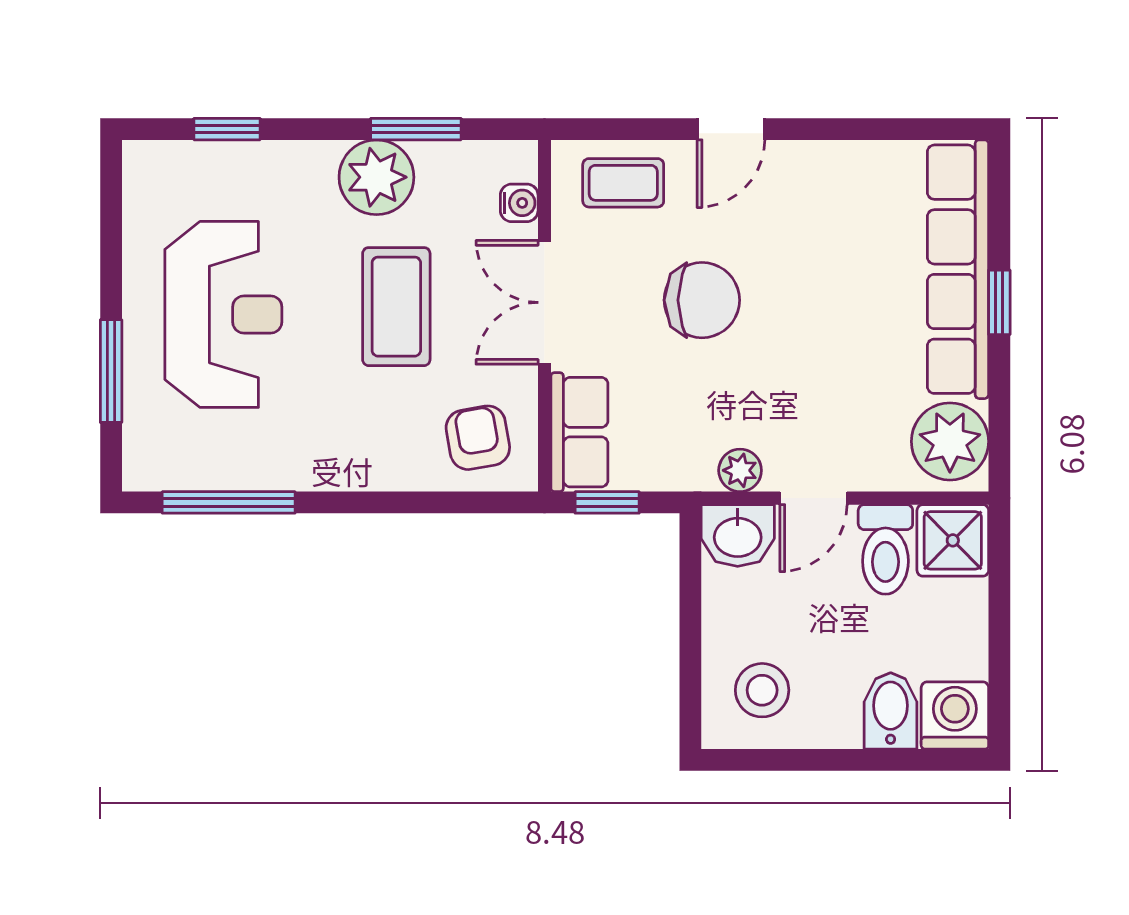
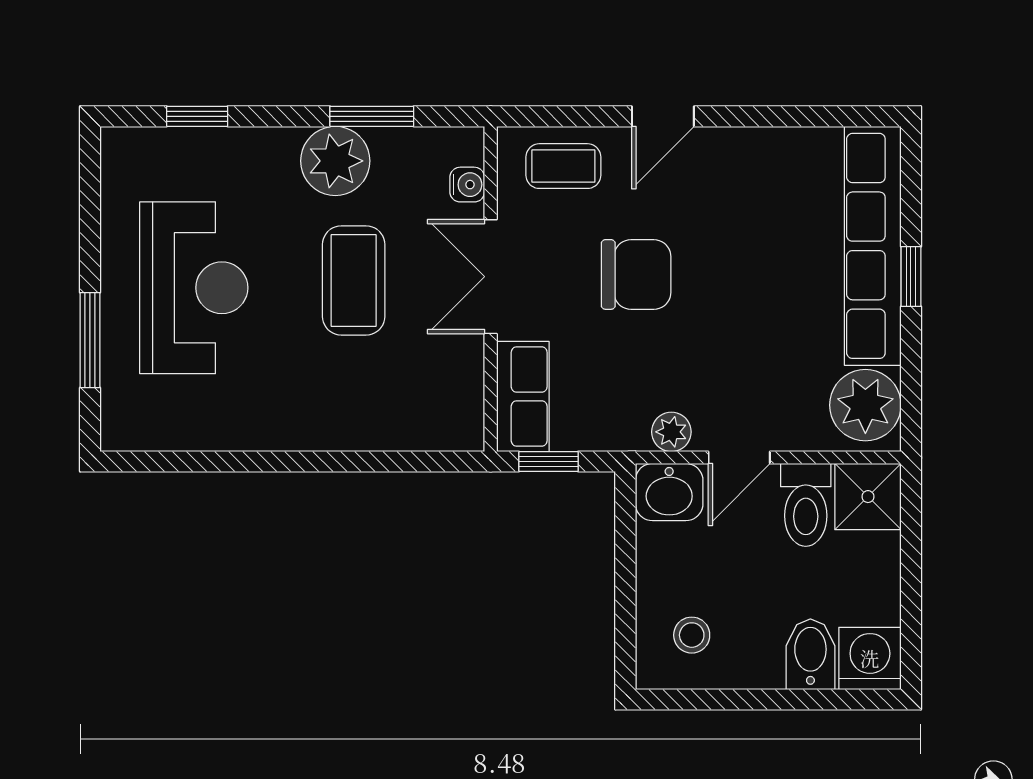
armchair: (478, 438) -> (429, 402), removed
window: (229, 502) -> (199, 461), removed
stool: (762, 690) -> (692, 635), width x0.73, depth x0.73

